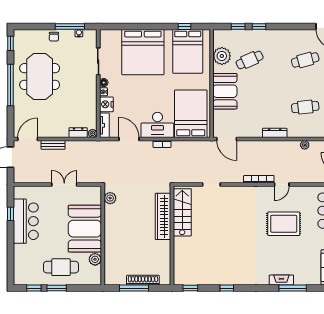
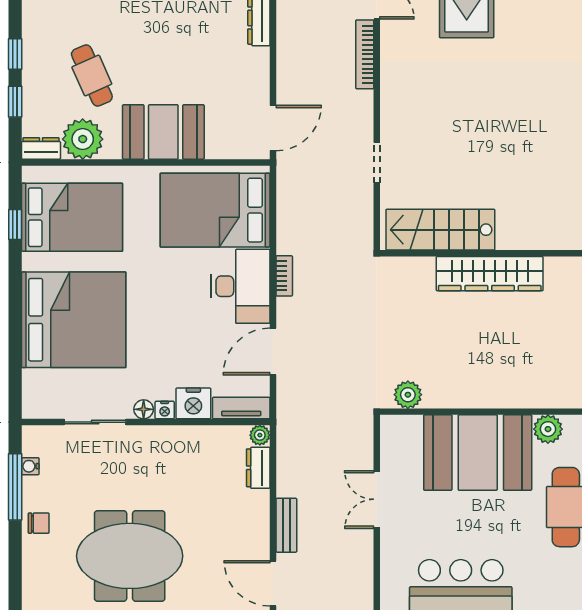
dresser: (218, 38) -> (41, 148), added
wardrobe: (163, 216) -> (490, 274), moved

